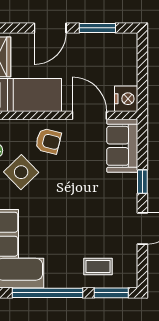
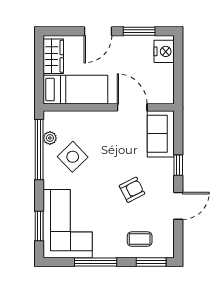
nightstand: (126, 99) -> (164, 51), moved
armchair: (48, 141) -> (132, 190), moved, turned -41
window: (48, 293) -> (96, 262), width x0.68

